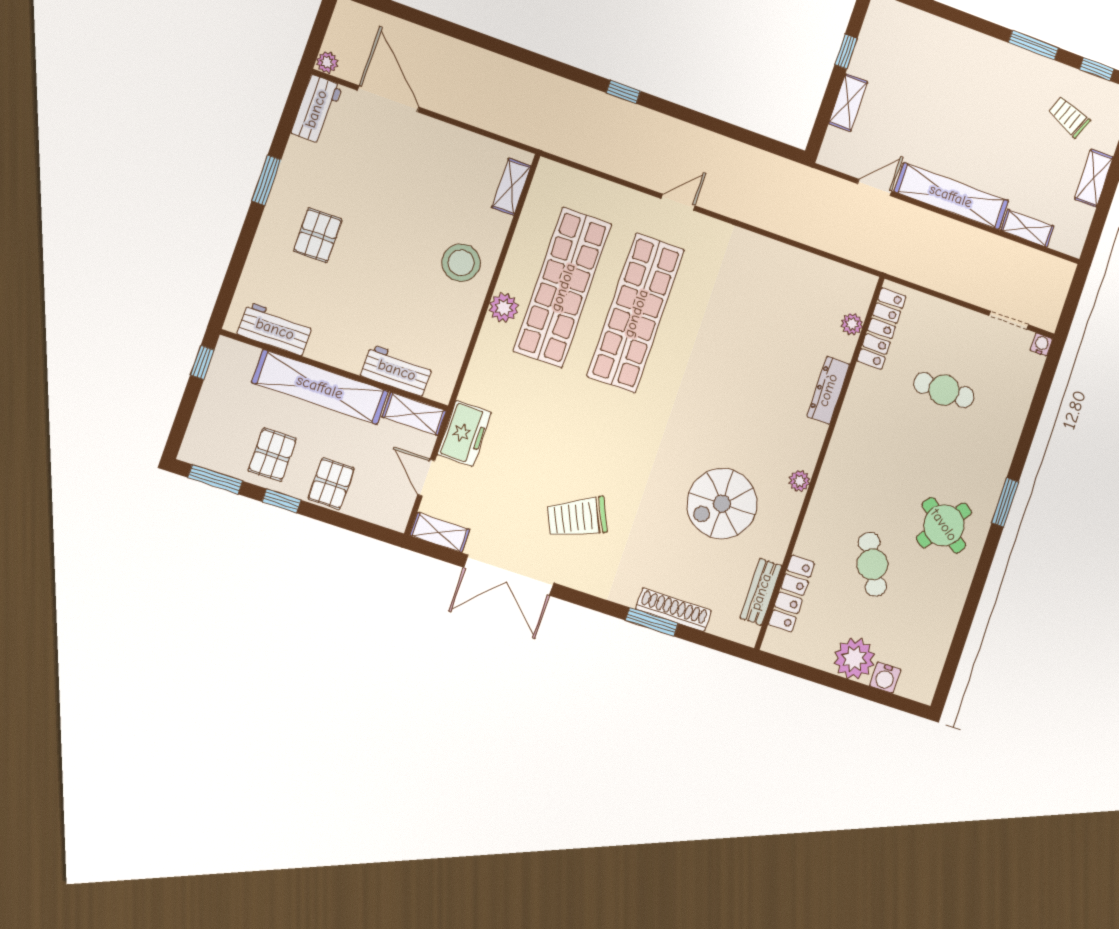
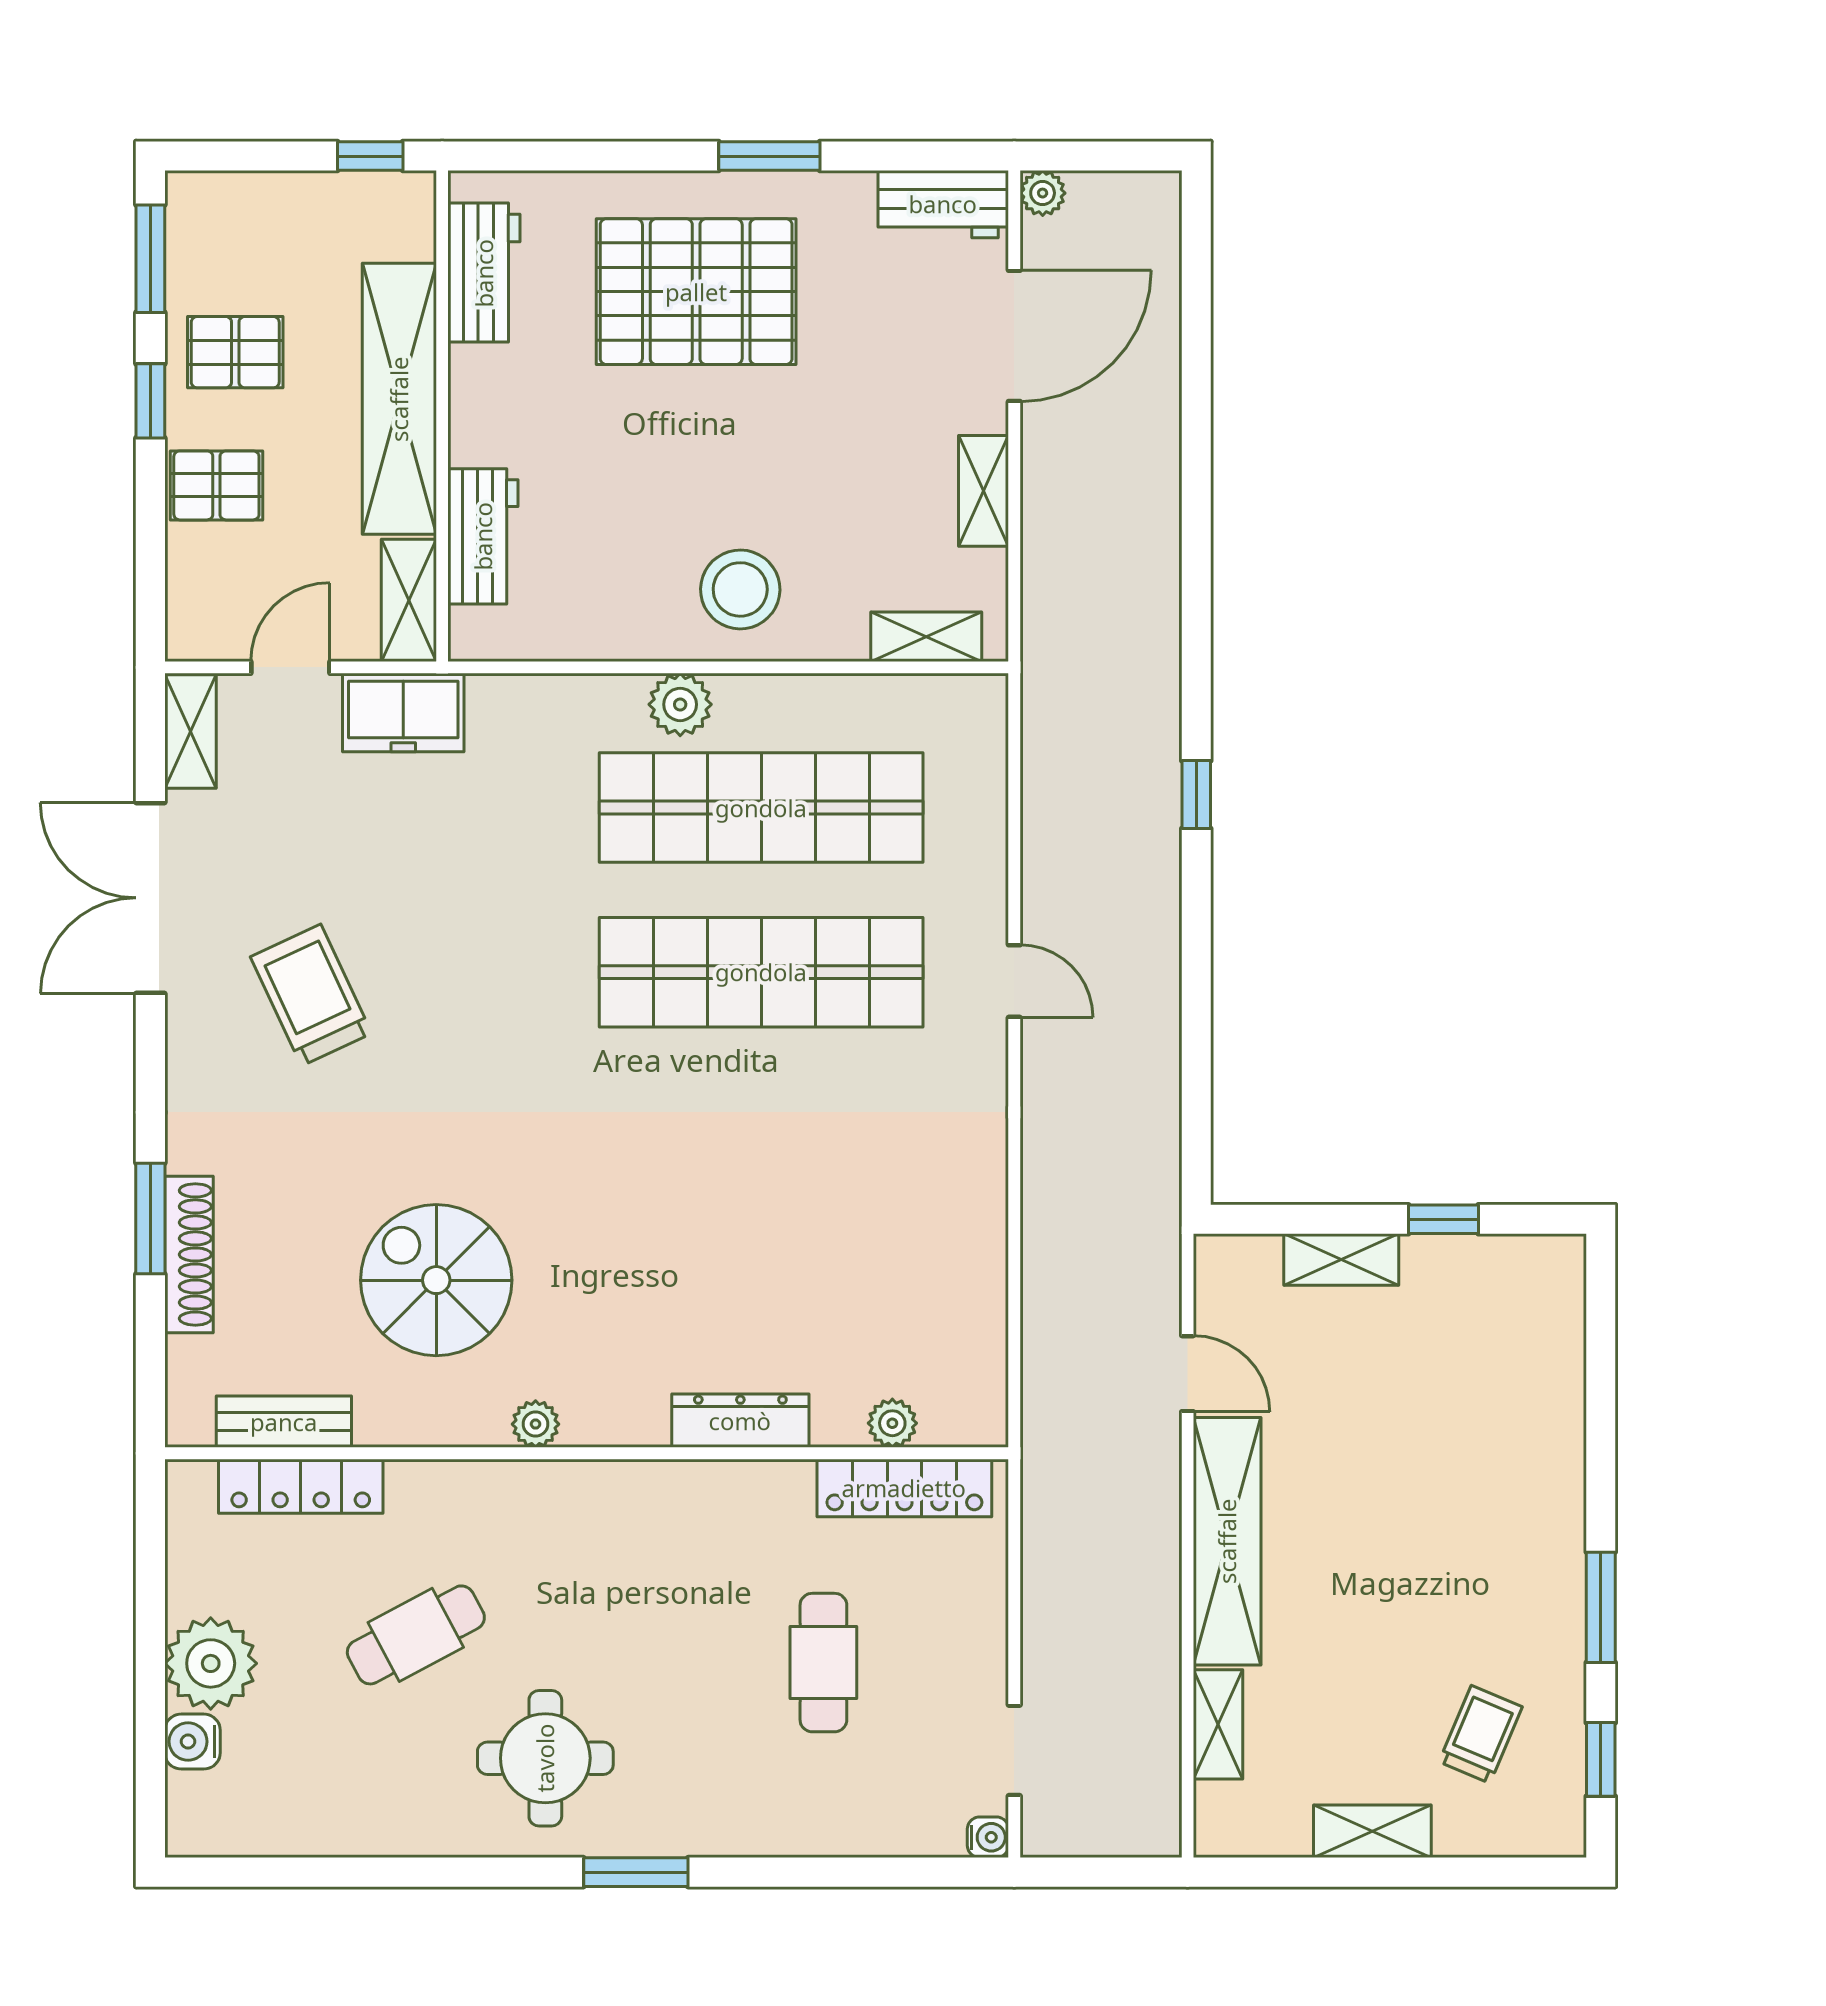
shelving: (454, 138) -> (983, 491), added
pallet: (318, 235) -> (696, 292), width x2.05, depth x2.00
round table: (944, 525) -> (545, 1758), turned -36

